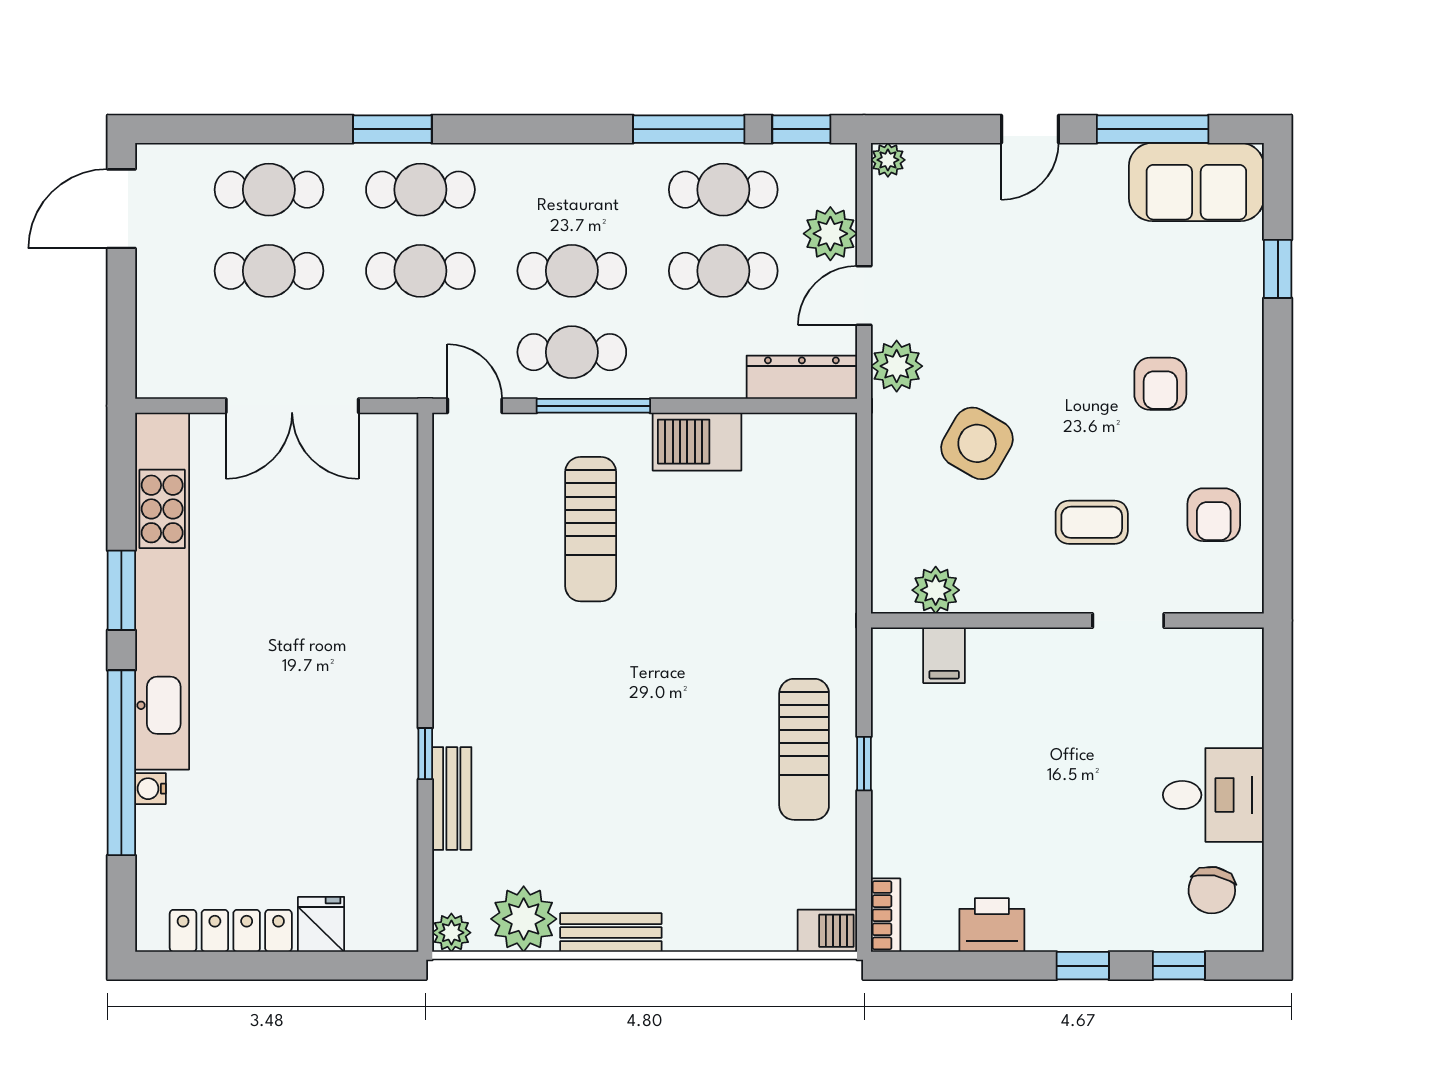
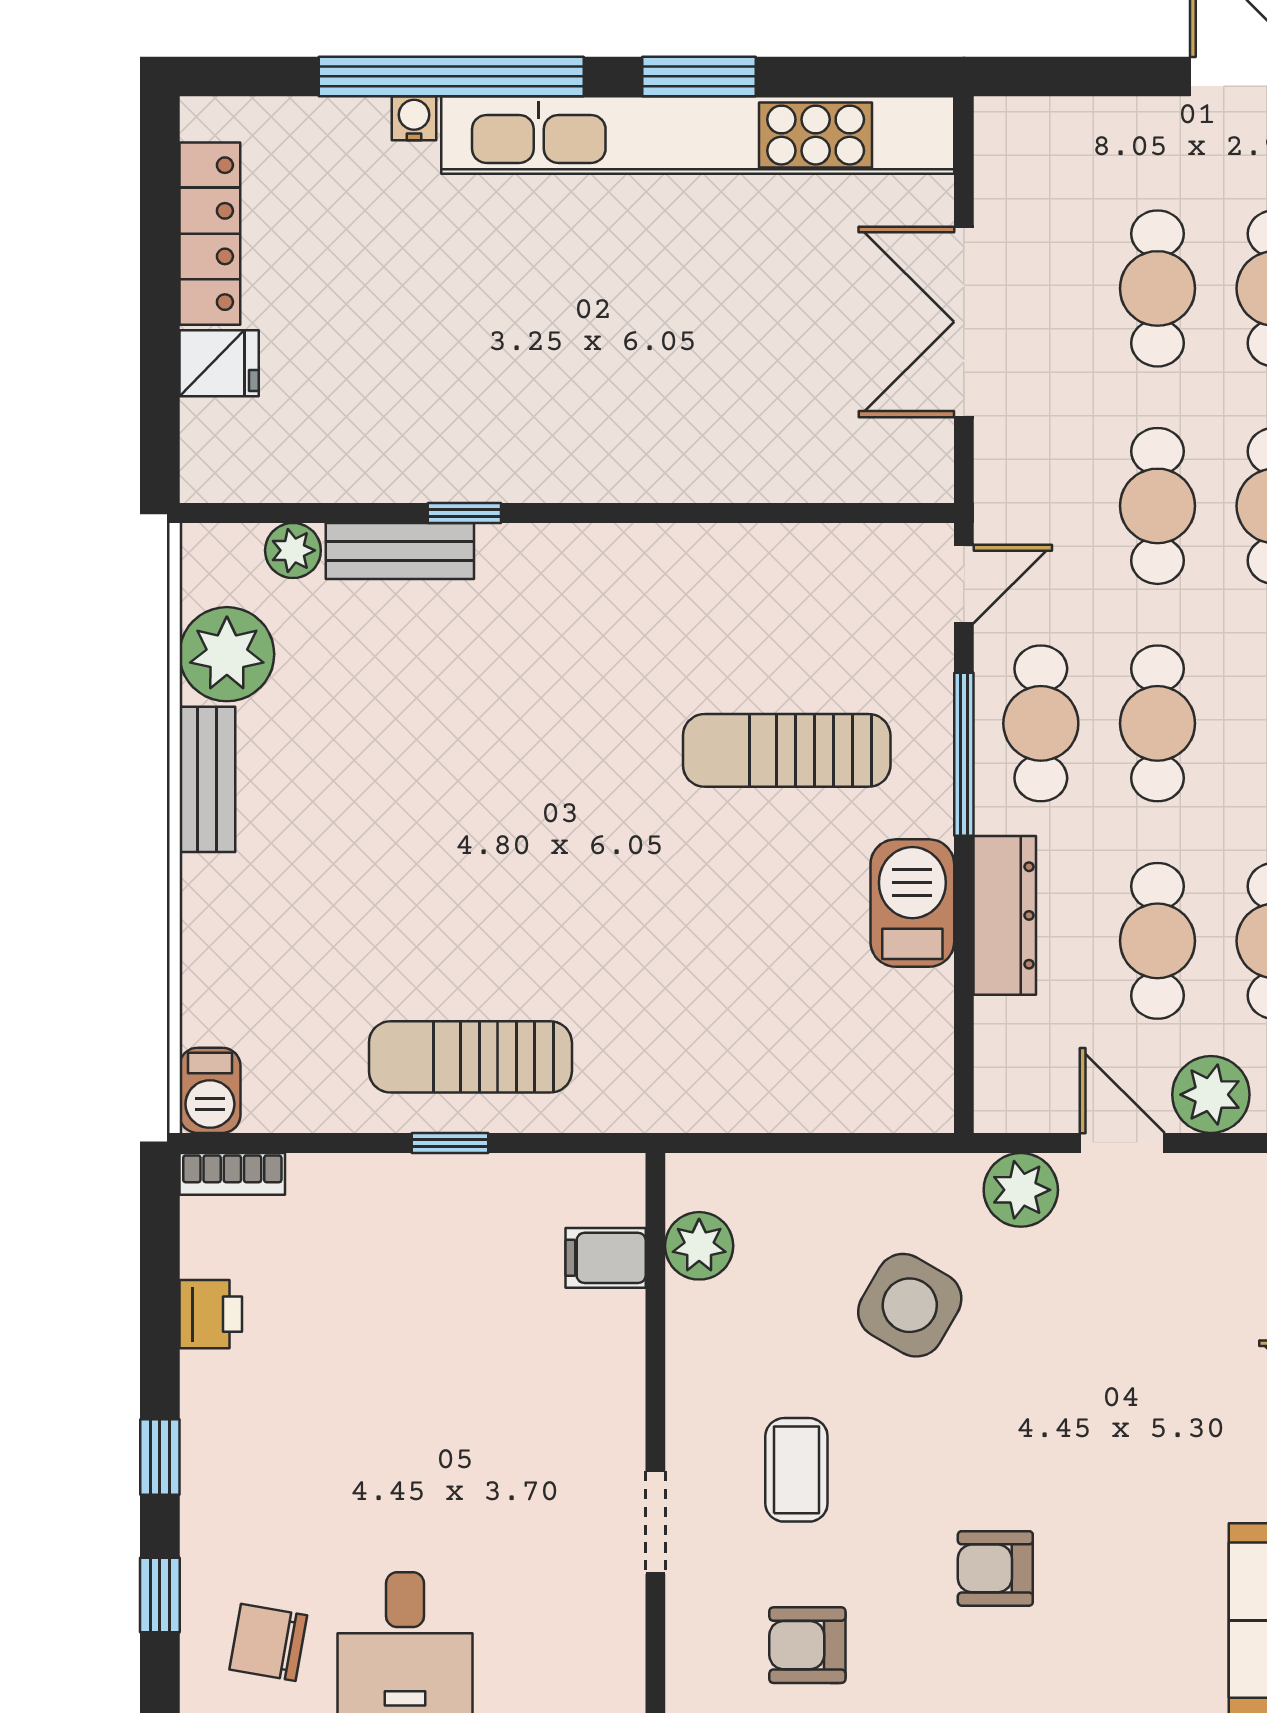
dresser: (802, 377) -> (1005, 915), moved
printer: (992, 925) -> (211, 1314), width x0.73, depth x0.81
plant: (451, 933) -> (293, 550), moved

